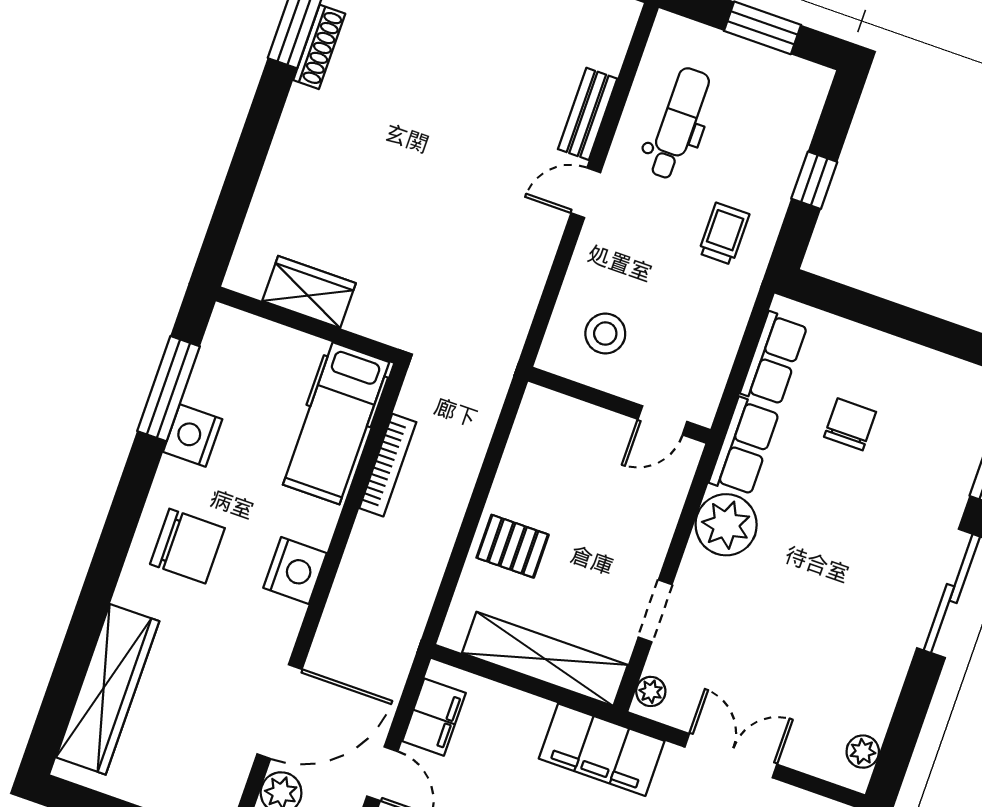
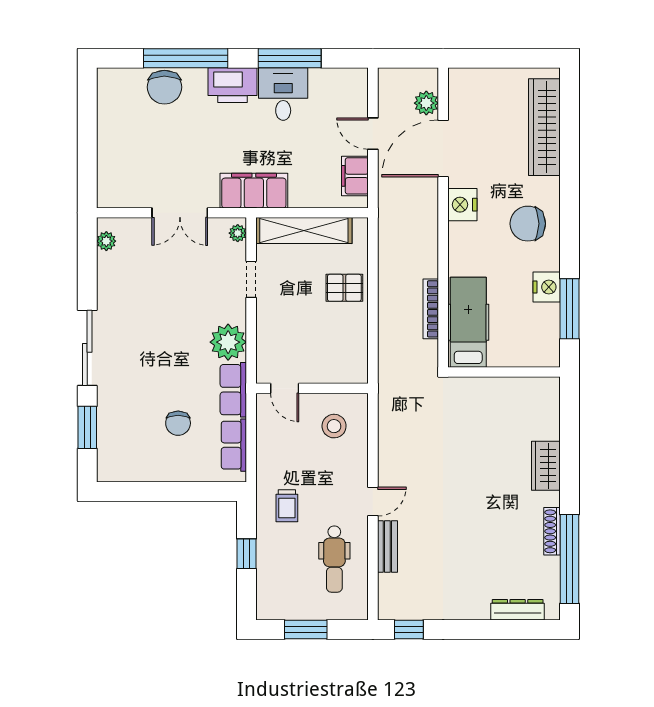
wardrobe: (309, 292) -> (546, 466), moved, turned 90
door: (662, 420) -> (285, 388), swing flipped
nightstand: (295, 570) -> (462, 205), moved

